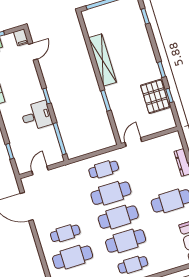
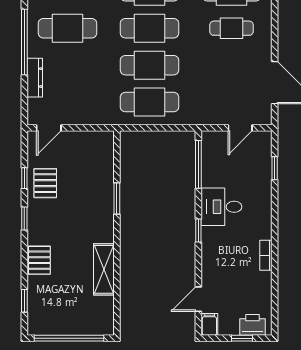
pallet: (144, 45) -> (39, 260), added
shelving: (102, 60) -> (104, 269), width x0.68
pallet: (155, 96) -> (45, 183), width x0.67, depth x0.71
door: (133, 142) -> (49, 128), moved
cafe table: (104, 169) -> (150, 102), width x1.37, depth x1.35

